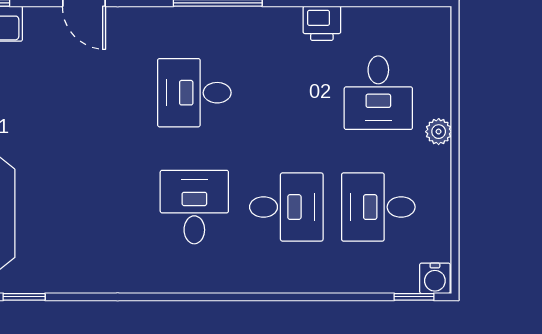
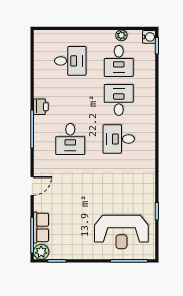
printer: (322, 23) -> (41, 107), moved
plant: (439, 132) -> (121, 35), moved

